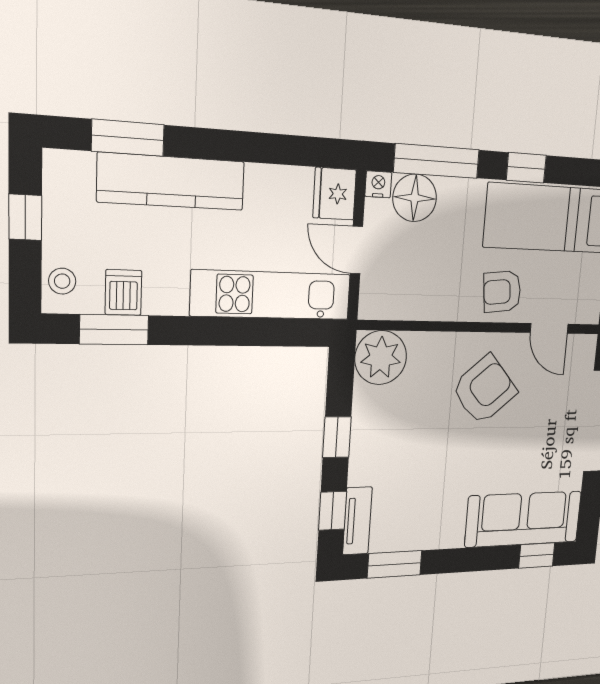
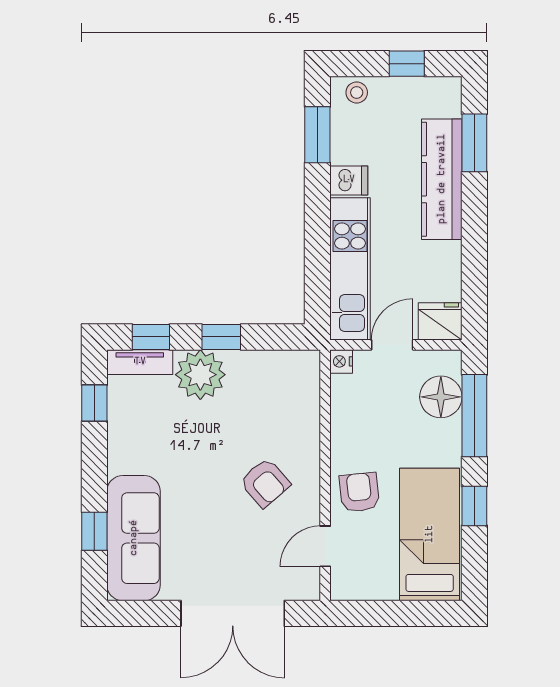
nightstand: (378, 184) -> (341, 361), moved, turned 180
dishwasher: (123, 292) -> (349, 180), moved
plant: (381, 358) -> (200, 375), moved
armchair: (485, 390) -> (265, 483), width x0.72, depth x0.72
window: (537, 555) -> (94, 531), moved
window: (395, 564) -> (94, 403), width x0.67

